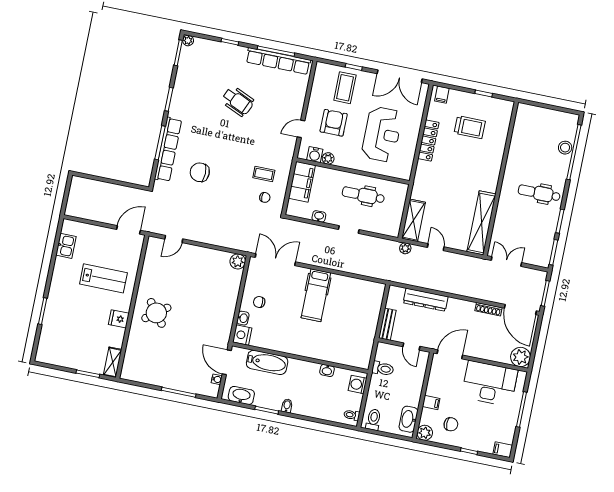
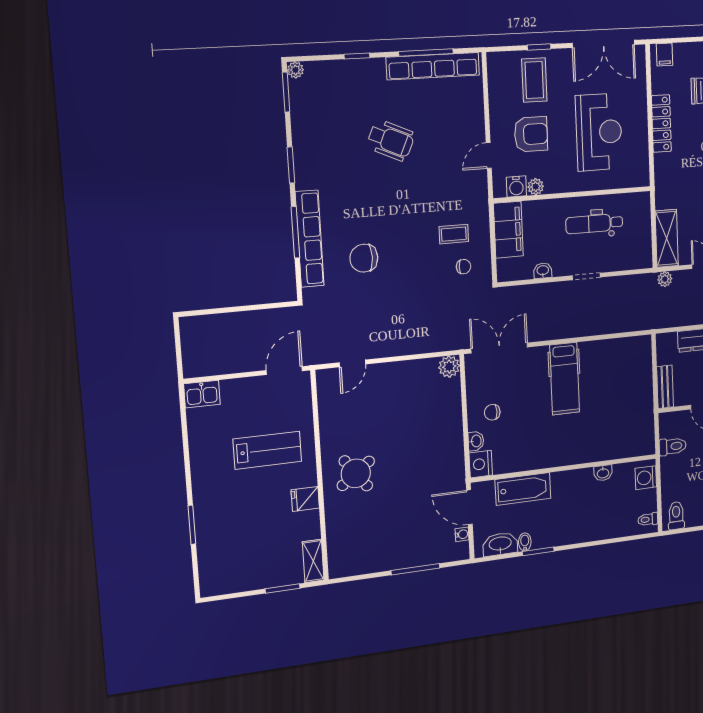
armchair: (334, 123) -> (531, 134), turned 90
kitchen sink: (66, 246) -> (202, 394), moved, turned 90
bidet: (287, 406) -> (525, 542), moved

